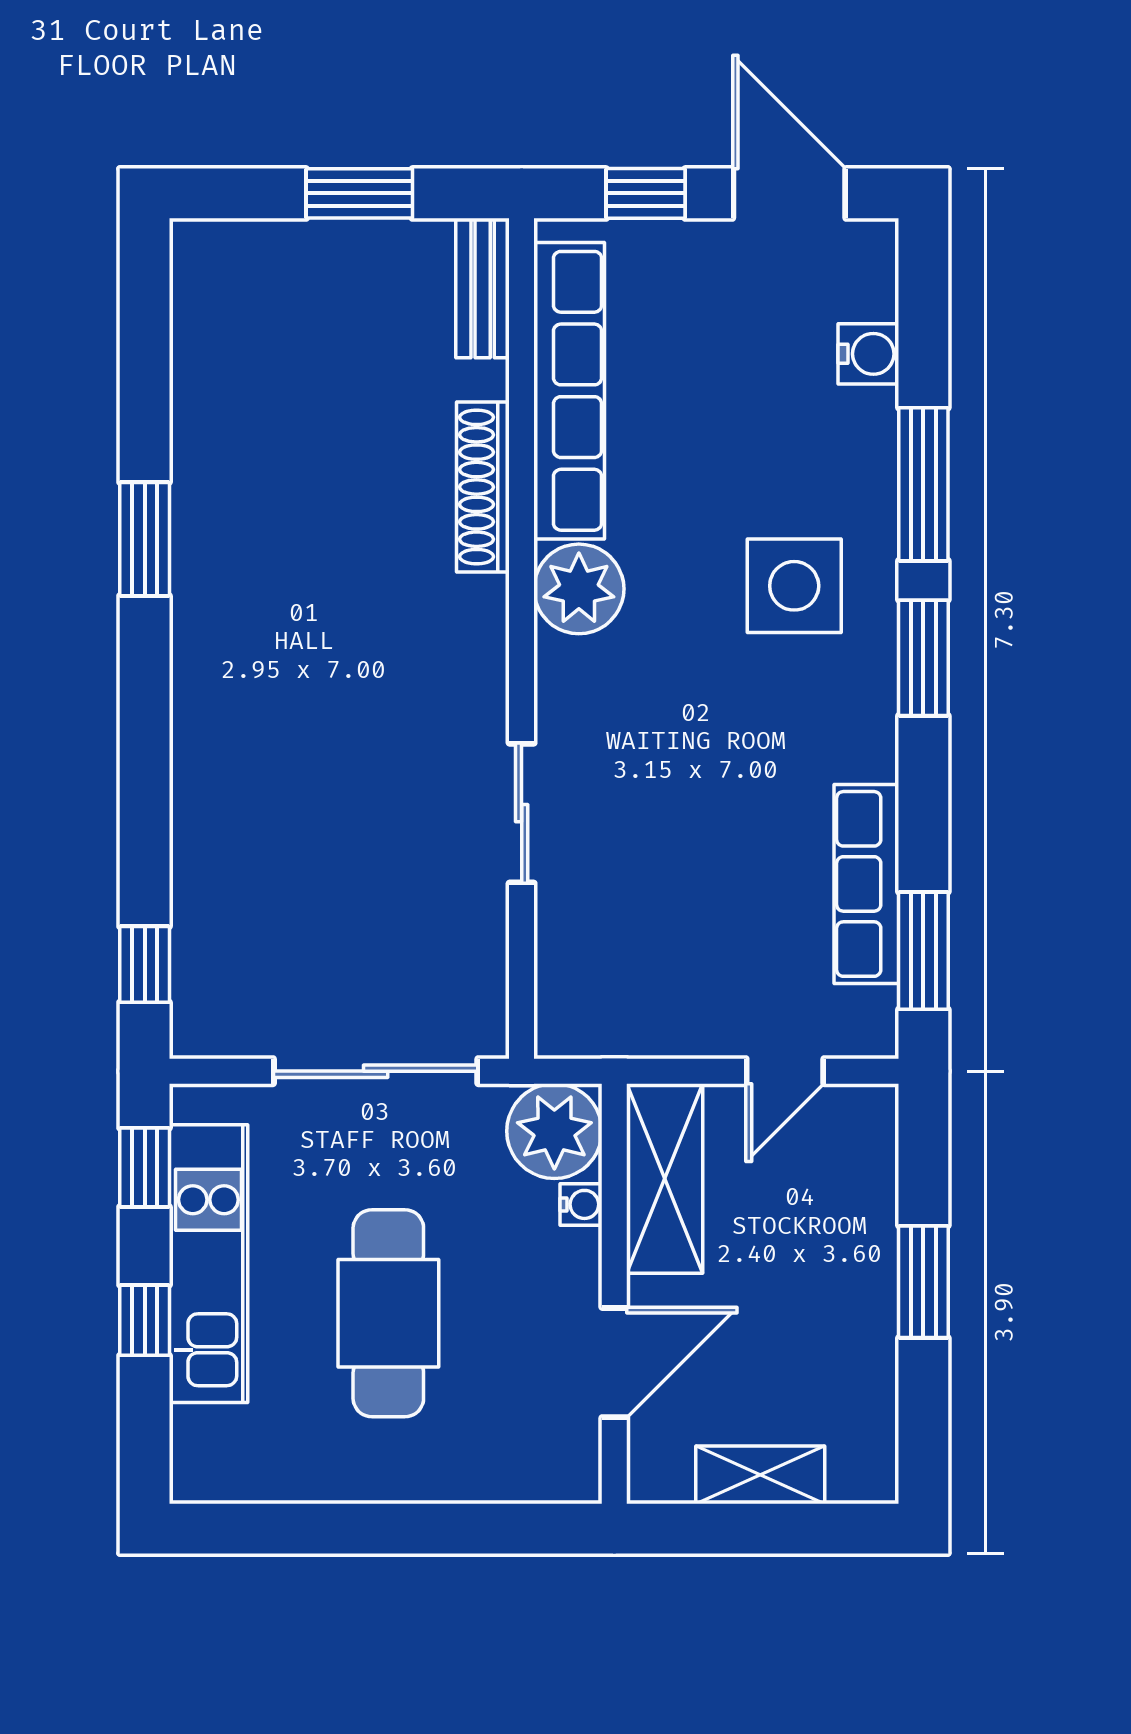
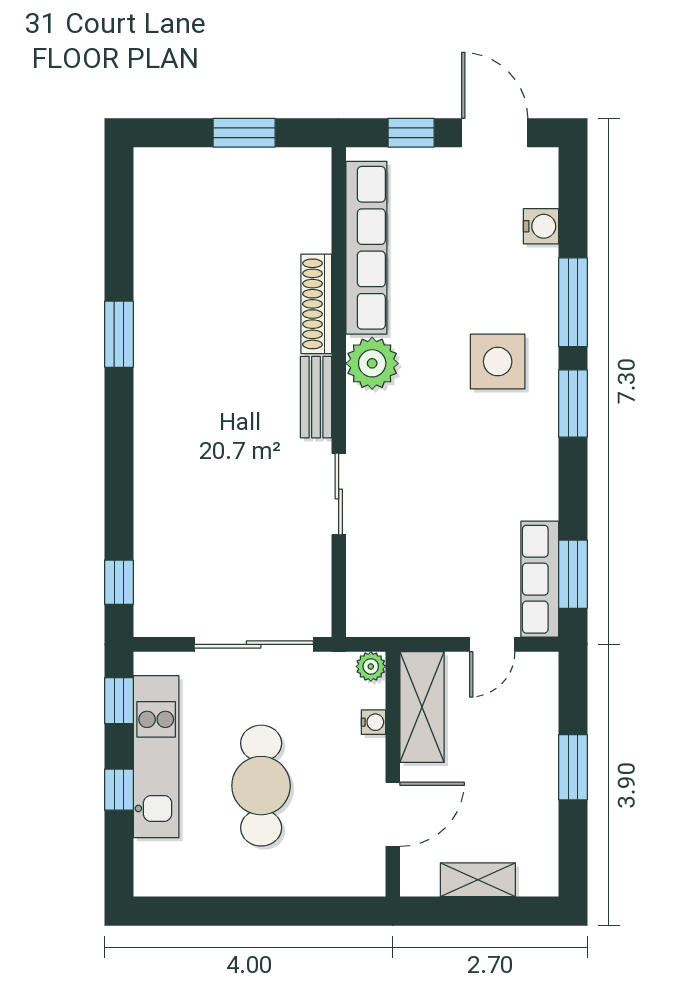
bench: (483, 288) -> (316, 397), moved
row of seats: (866, 884) -> (540, 579), moved
plant: (554, 1131) -> (371, 666), width x0.53, depth x0.53

